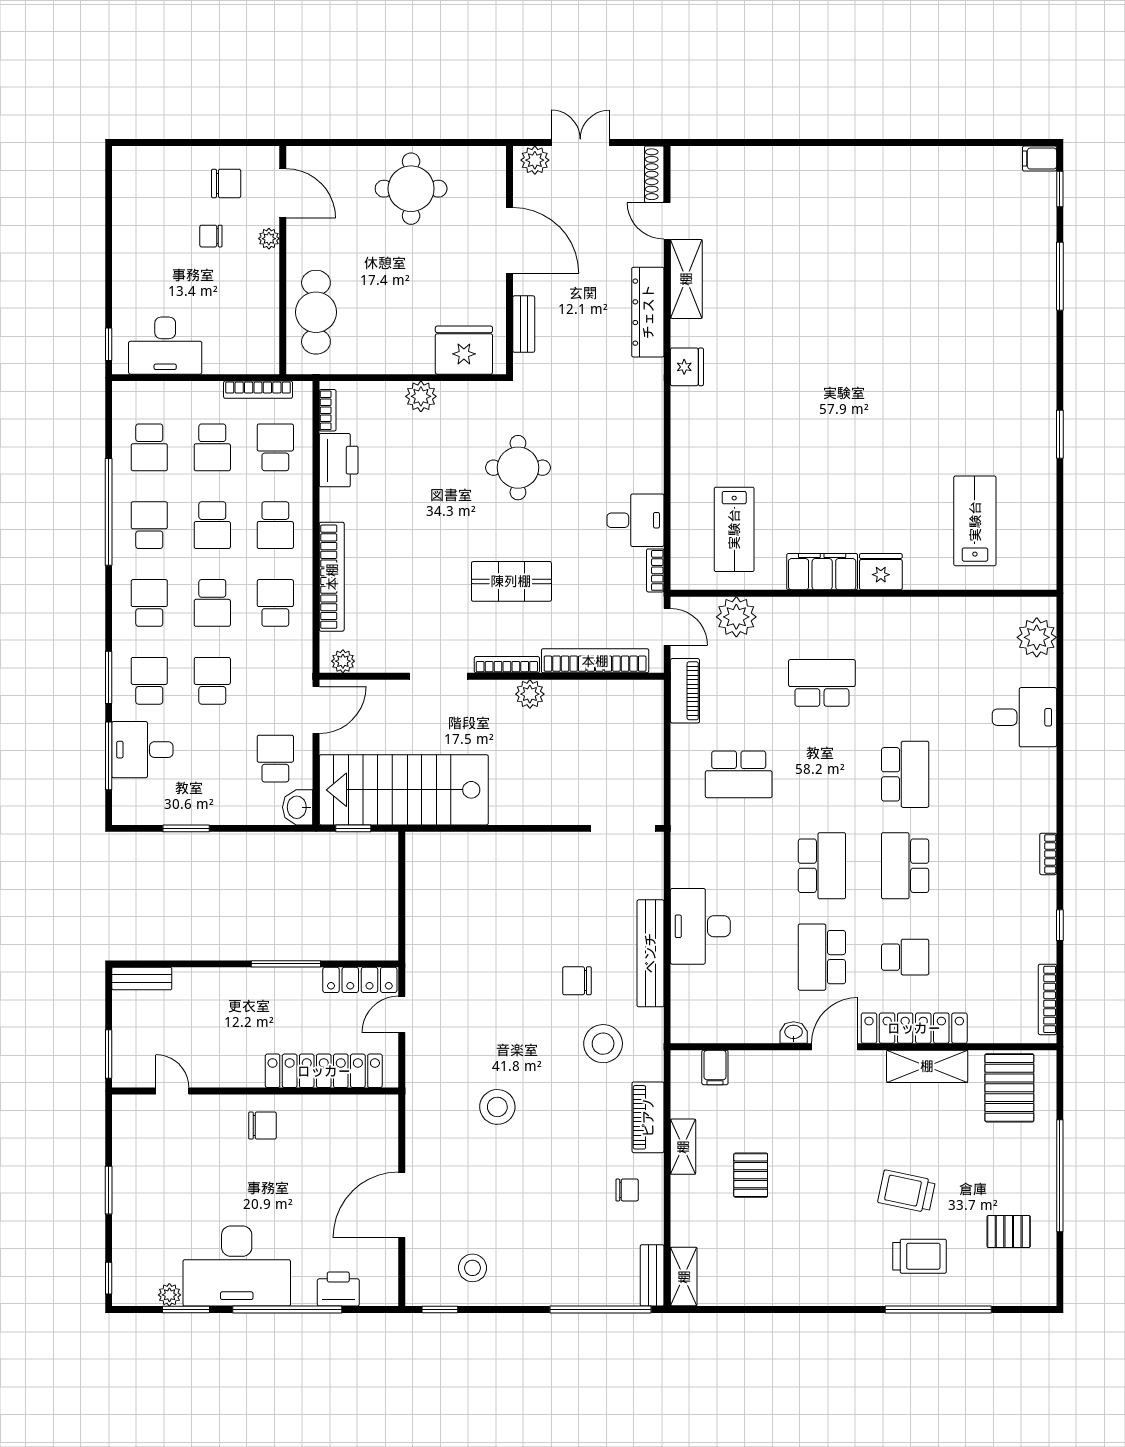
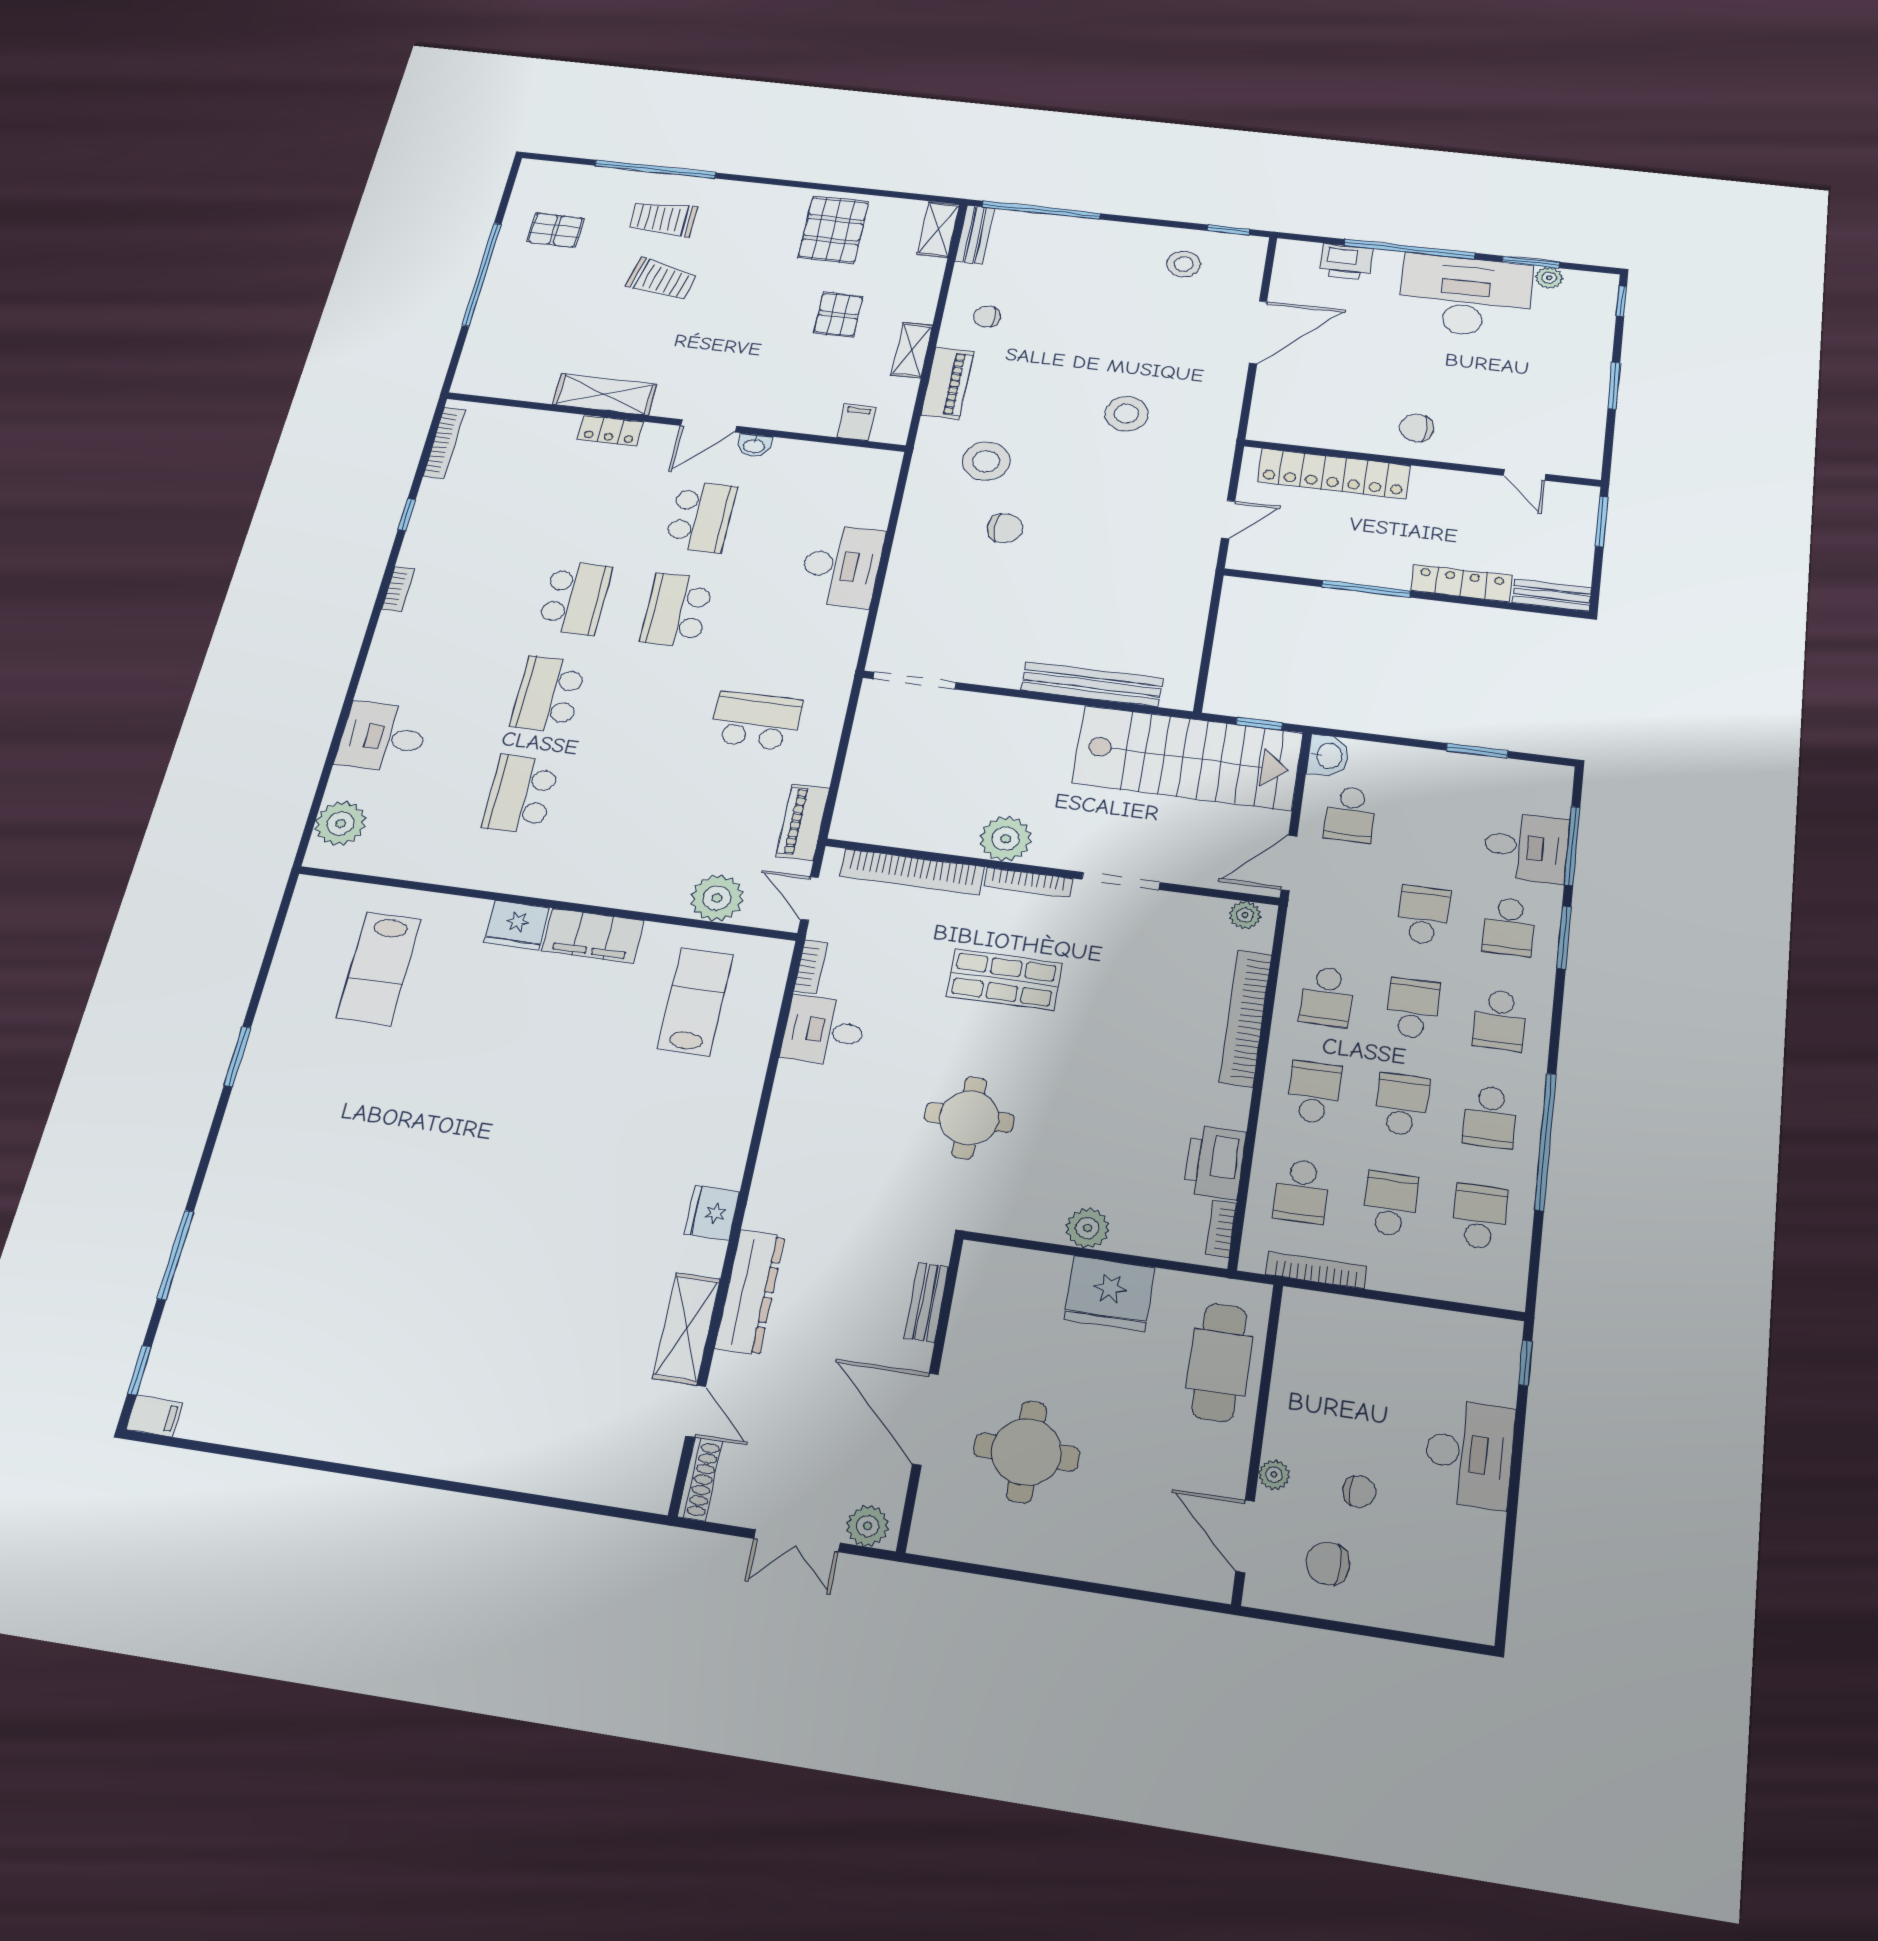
round table: (411, 189) -> (1027, 1452), moved
desk: (165, 346) -> (1469, 1453), moved, turned 90
fridge: (464, 350) -> (1109, 1294), moved
school desk: (212, 681) -> (1423, 915), turned 180
school desk: (822, 683) -> (521, 794), moved, turned 90
plant: (530, 694) -> (1006, 839), width x1.36, depth x1.36
bench: (650, 953) -> (1092, 684), moved, turned 90
school desk: (905, 957) -> (601, 505), removed
locker: (360, 980) -> (1462, 583), moved
locker: (914, 1028) -> (610, 431), width x0.46, depth x0.83
pallet: (1009, 1088) -> (833, 230), moved

